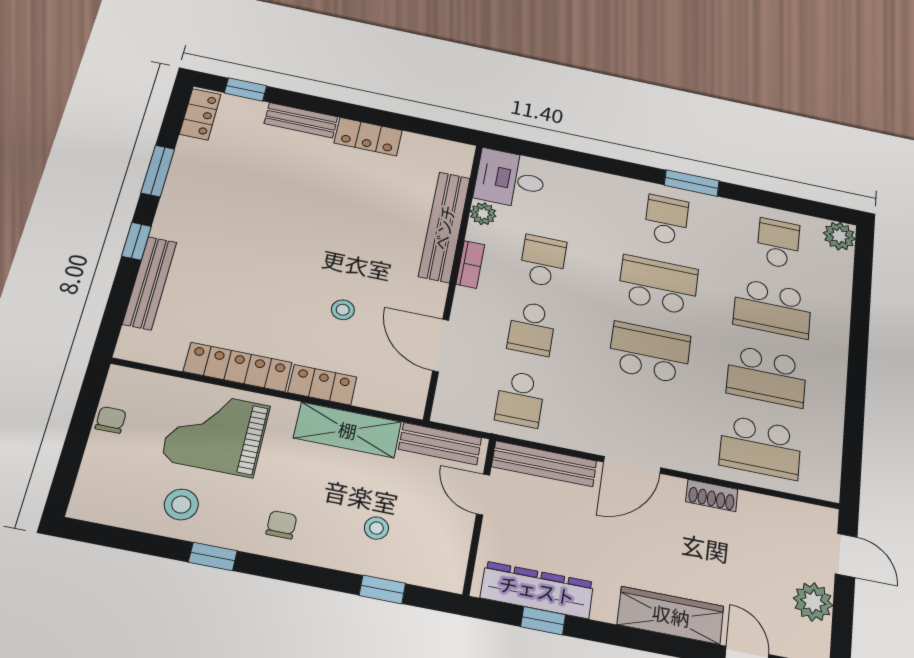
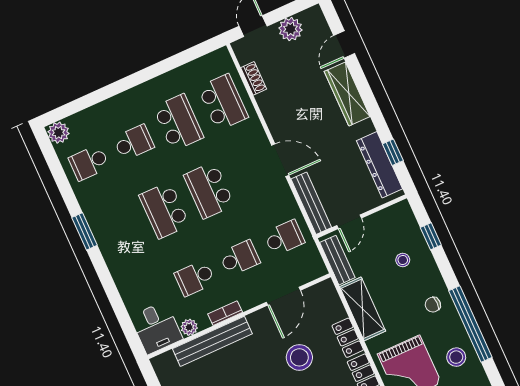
school desk: (666, 220) -> (120, 230), removed
school desk: (773, 308) -> (134, 143), width x0.54
stool: (343, 310) -> (299, 357), width x1.89, depth x1.89
shoe rack: (712, 495) -> (254, 78), moved
window: (213, 556) -> (470, 324), width x3.17

